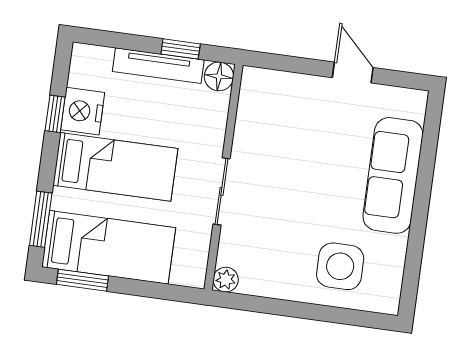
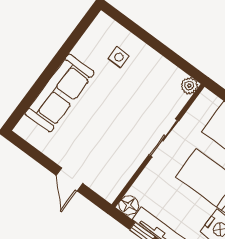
door: (353, 73) -> (69, 179), moved
side table: (340, 266) -> (119, 57), width x0.54, depth x0.54

